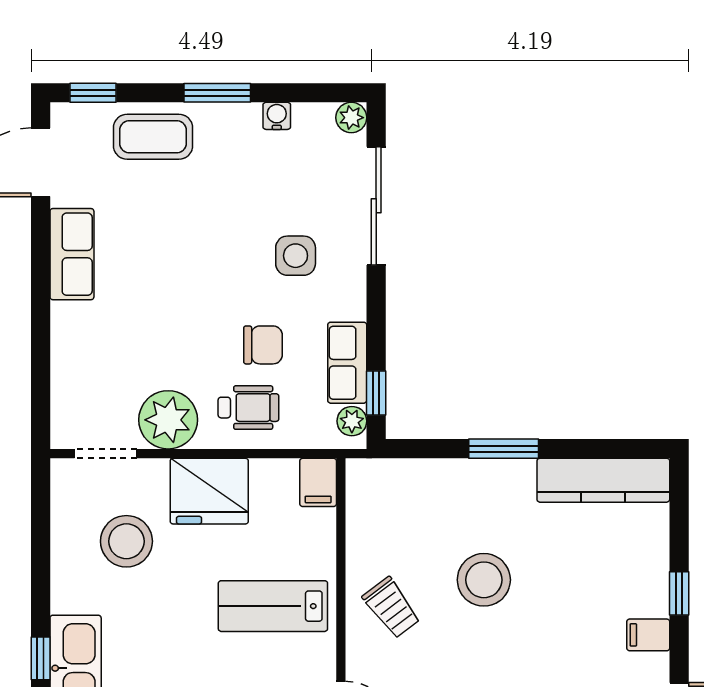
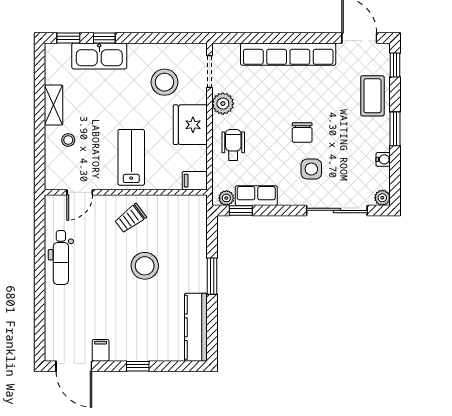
row of seats: (72, 254) -> (288, 54), width x2.02
chair: (263, 345) -> (302, 133), moved
wheelchair: (248, 408) -> (233, 145), turned 180
plant: (168, 420) -> (223, 104), width x0.73, depth x0.73
filing cabinet: (648, 635) -> (101, 350), moved

